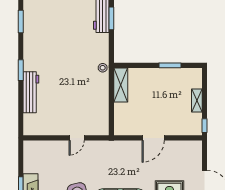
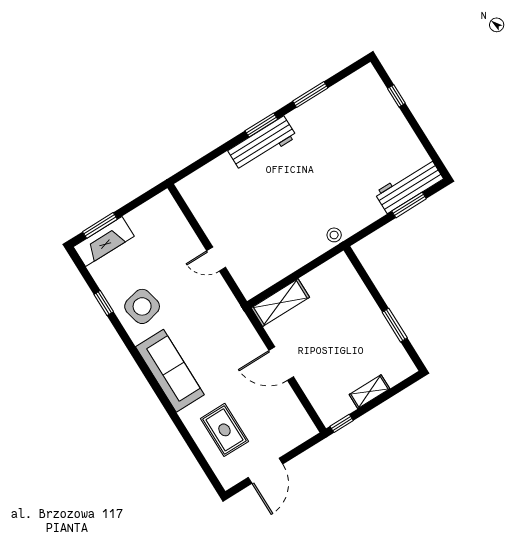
window: (21, 21) -> (310, 95), moved
shelving: (121, 85) -> (280, 303), moved
workbench: (31, 92) -> (262, 144), moved

